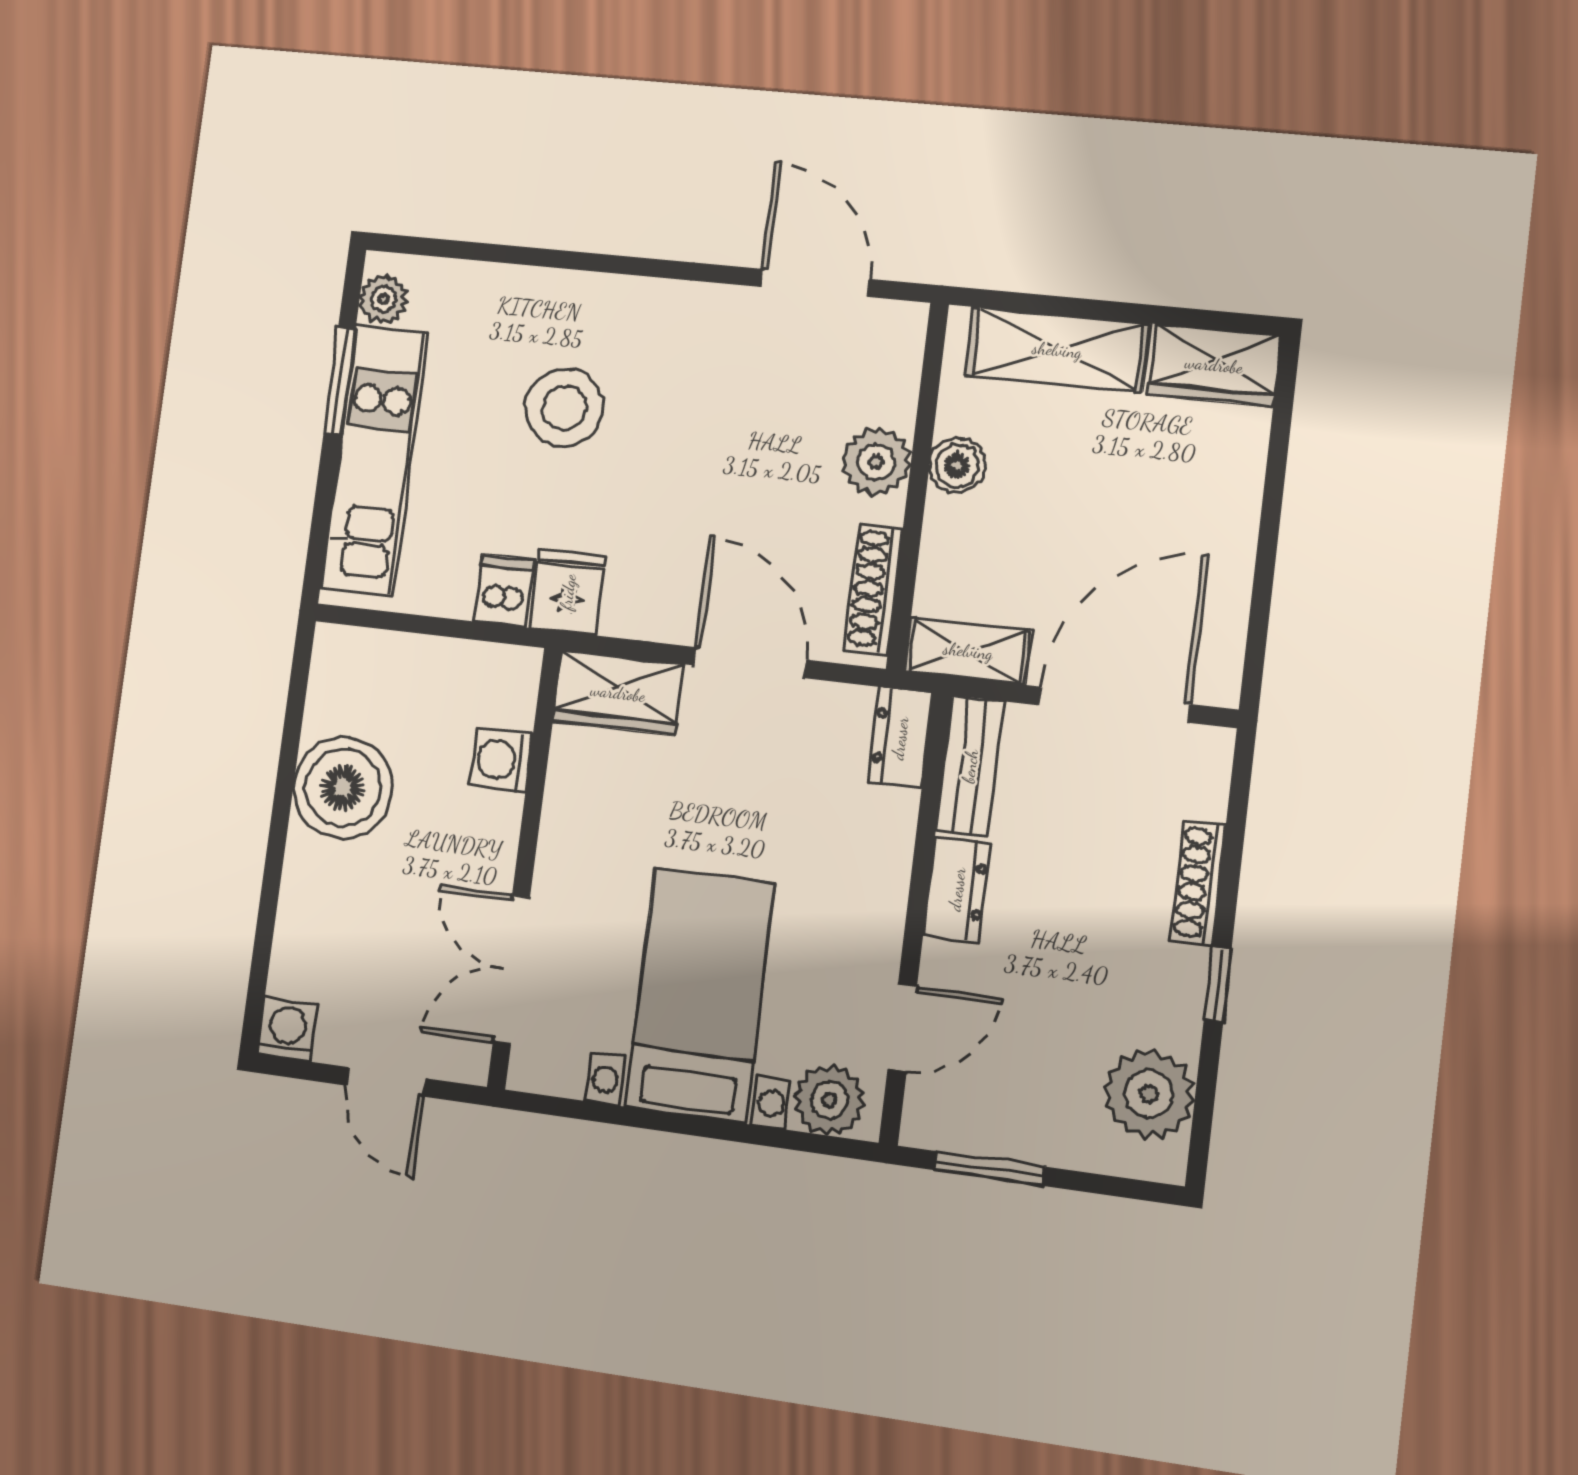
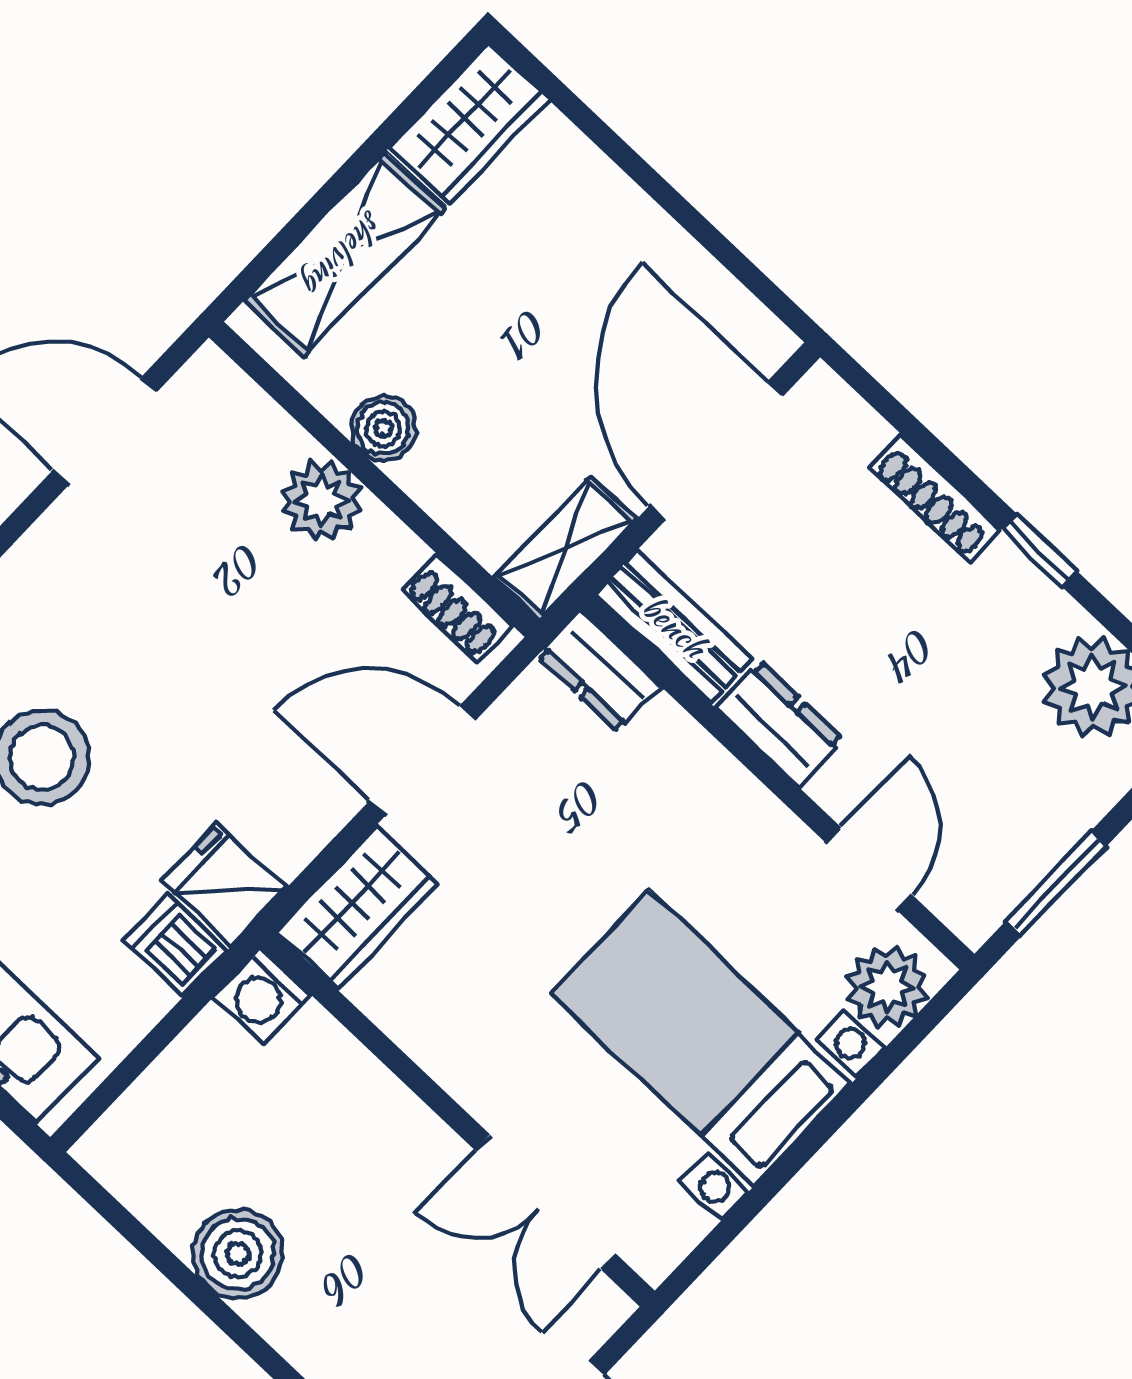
shoe rack: (874, 589) -> (457, 608), width x0.70
washing machine: (501, 760) -> (262, 996), moved
boiler: (343, 788) -> (238, 1254), width x0.73, depth x0.73

